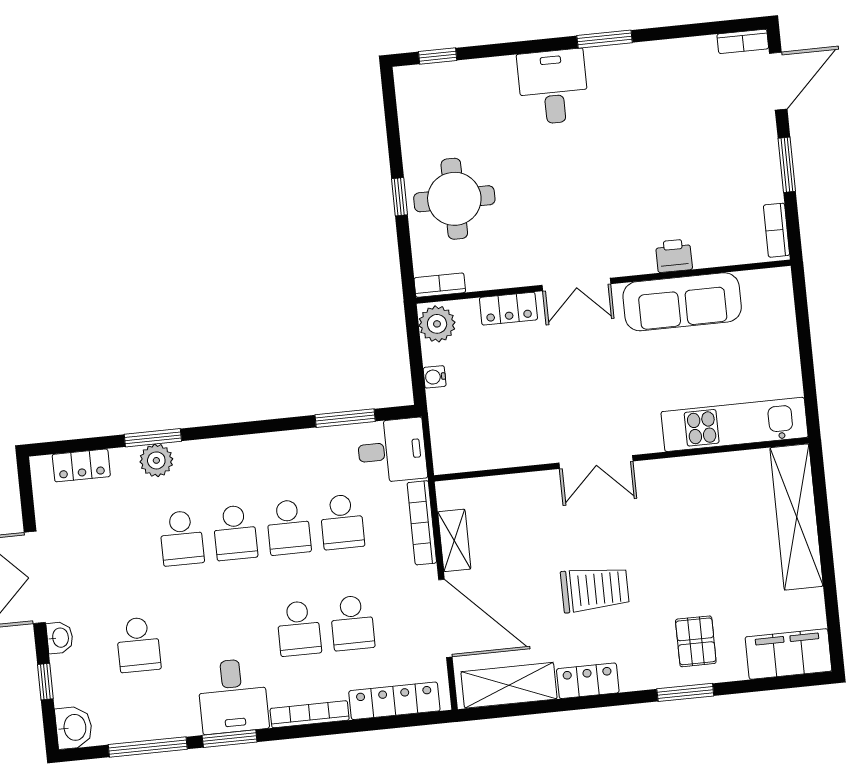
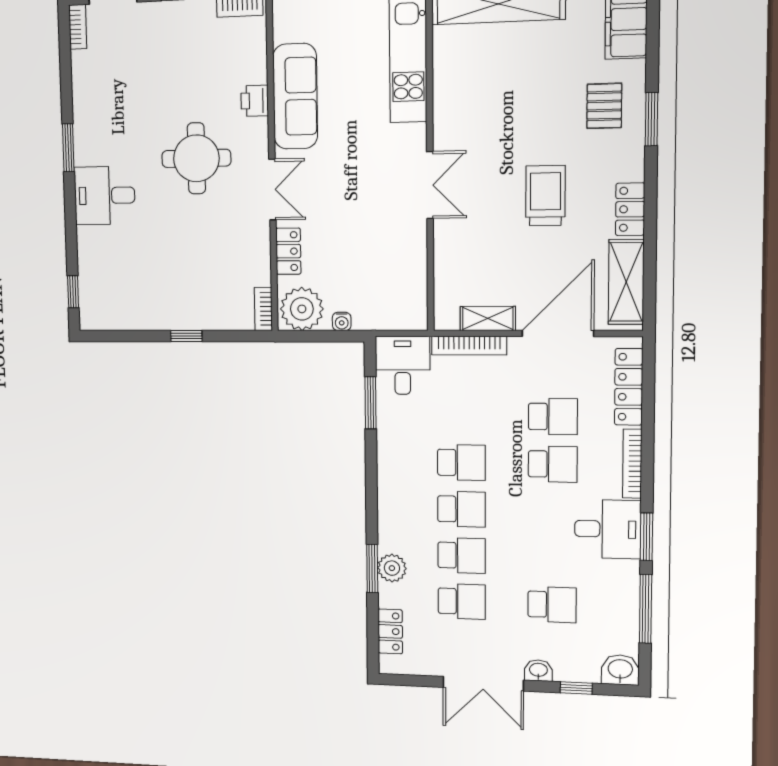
round table: (454, 199) -> (196, 158), moved
plant: (437, 324) -> (302, 309), width x1.36, depth x1.36
school desk: (342, 522) -> (462, 601), moved
pallet: (696, 641) -> (604, 106), turned 90

